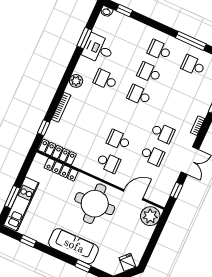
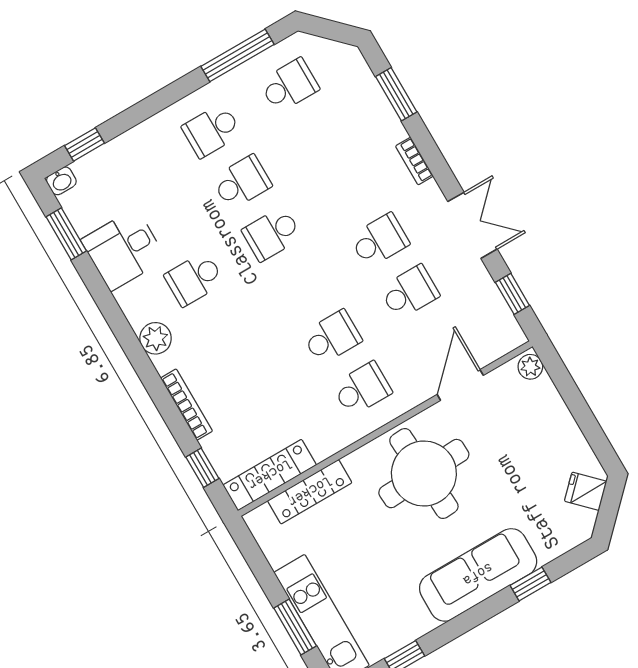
window: (84, 38) -> (66, 234), moved
school desk: (193, 65) -> (289, 85), turned 180
school desk: (149, 73) -> (242, 182), turned 180
school desk: (119, 140) -> (332, 337), turned 180
plant: (150, 216) -> (530, 367), width x0.53, depth x0.53

